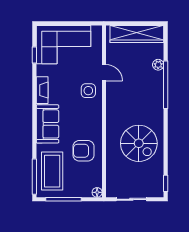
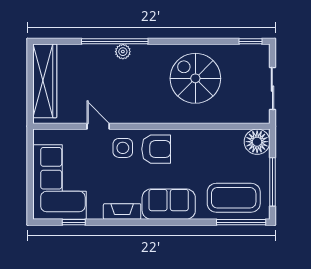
plant: (158, 65) -> (123, 52), moved
door: (104, 73) -> (98, 126), hinge flipped
spiral stairs: (139, 143) -> (195, 78), turned -90
armchair: (83, 151) -> (156, 149), moved, turned -90
floor lamp: (97, 192) -> (257, 142), width x1.89, depth x1.89

